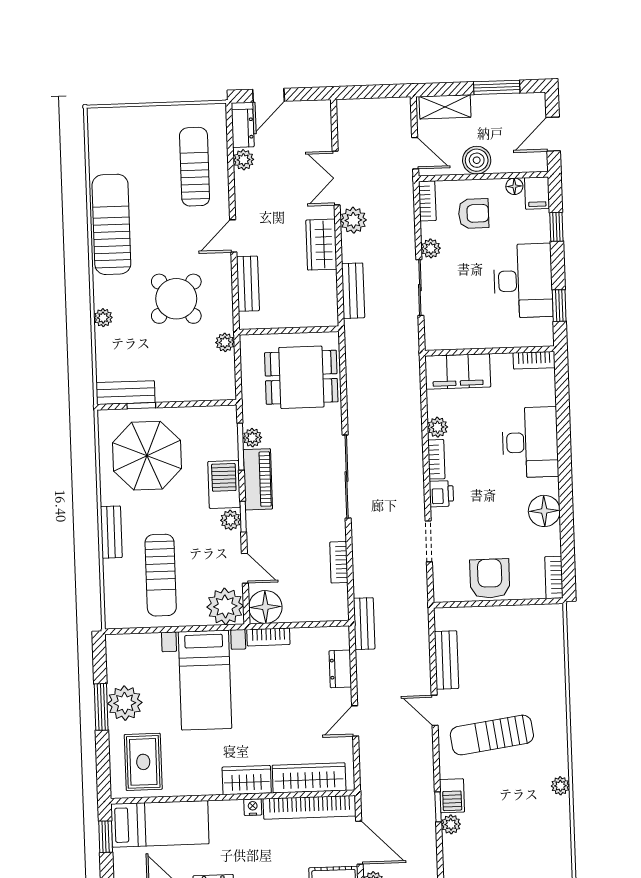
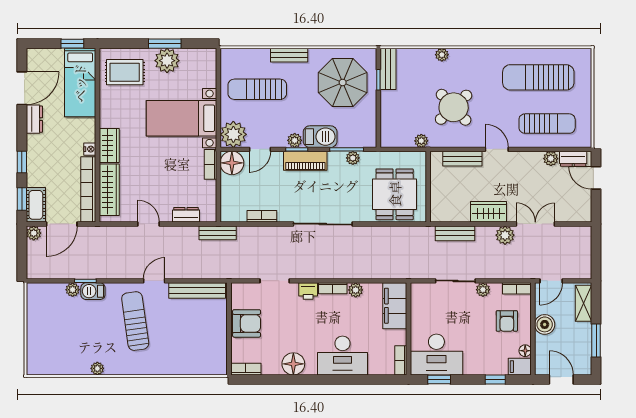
sun lounger: (111, 224) -> (538, 77), moved, turned 180
desk: (523, 281) -> (436, 355), moved
piano: (258, 479) -> (305, 161), moved
bench: (446, 660) -> (197, 291), width x1.36

